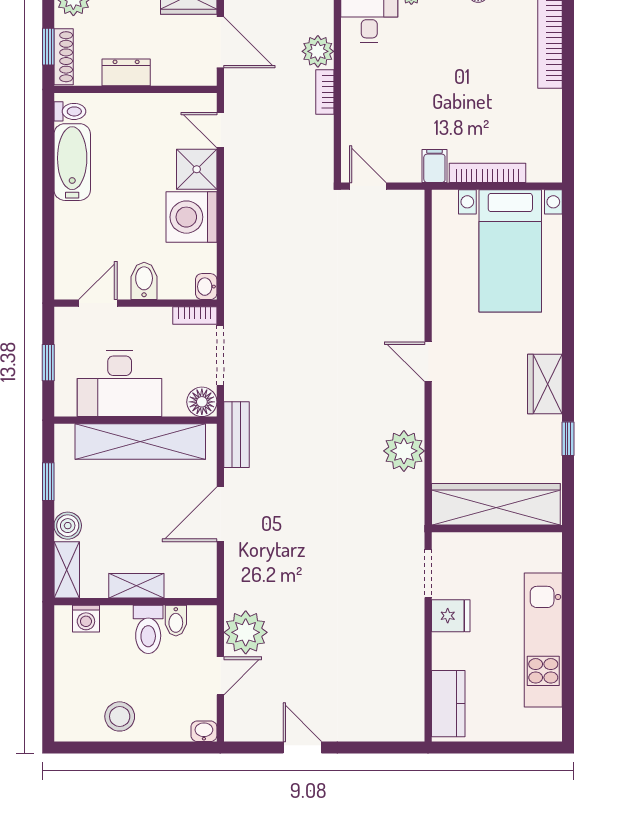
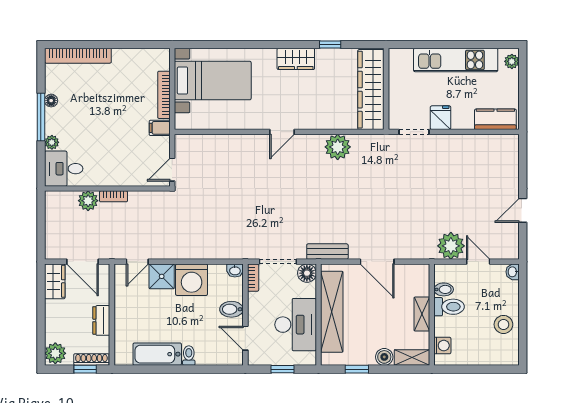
door: (220, 42) -> (83, 262), swing flipped
toilet: (70, 111) -> (189, 356), moved
plant: (541, 730) -> (512, 61), added

